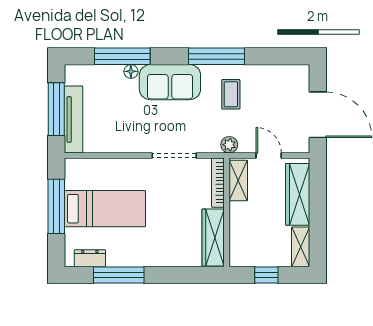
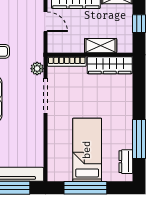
plant: (229, 145) -> (37, 69), moved
door: (269, 156) -> (46, 22), swing flipped
shelving: (238, 181) -> (101, 46), moved

